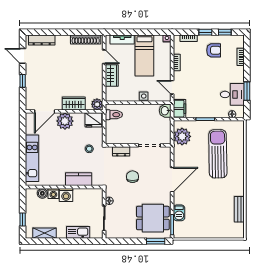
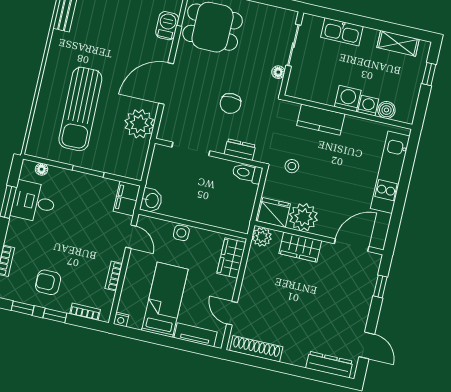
wardrobe: (112, 75) -> (231, 258), moved
window: (23, 81) -> (380, 286), moved
toilet: (114, 115) -> (247, 173), moved
plant: (65, 121) -> (304, 217), moved
plant: (182, 136) -> (139, 124), moved

